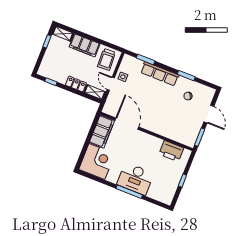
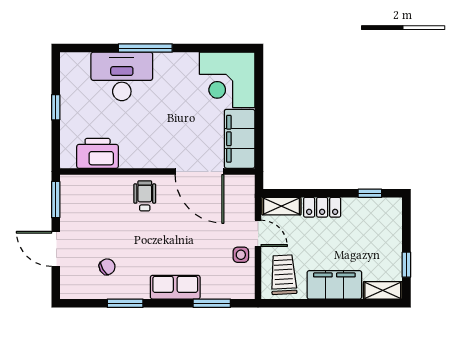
row of seats: (160, 74) -> (175, 287), width x0.68
wheelchair: (157, 122) -> (145, 196), added
desk: (135, 179) -> (122, 76), moved

